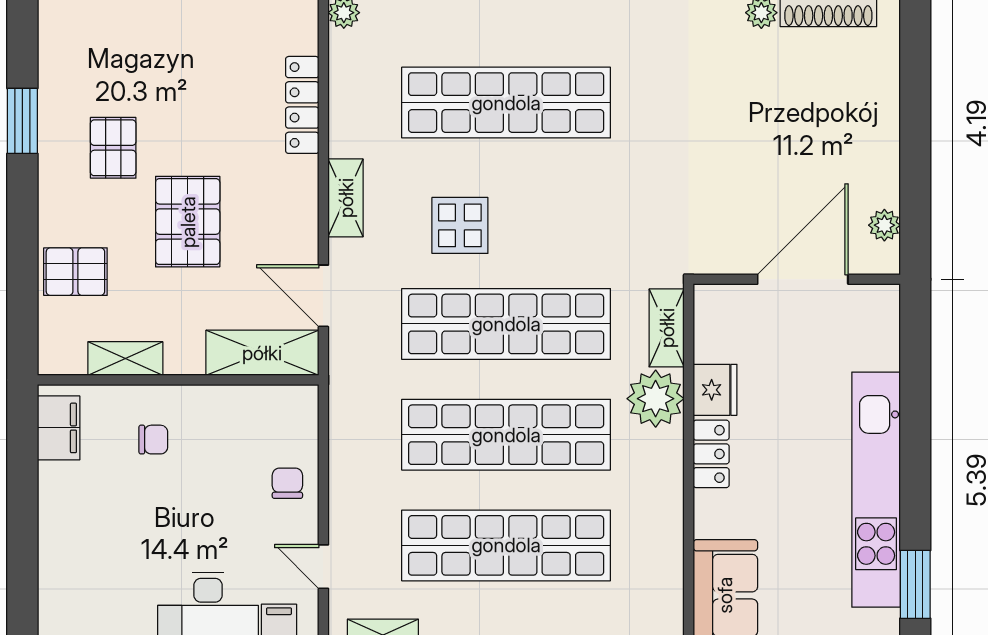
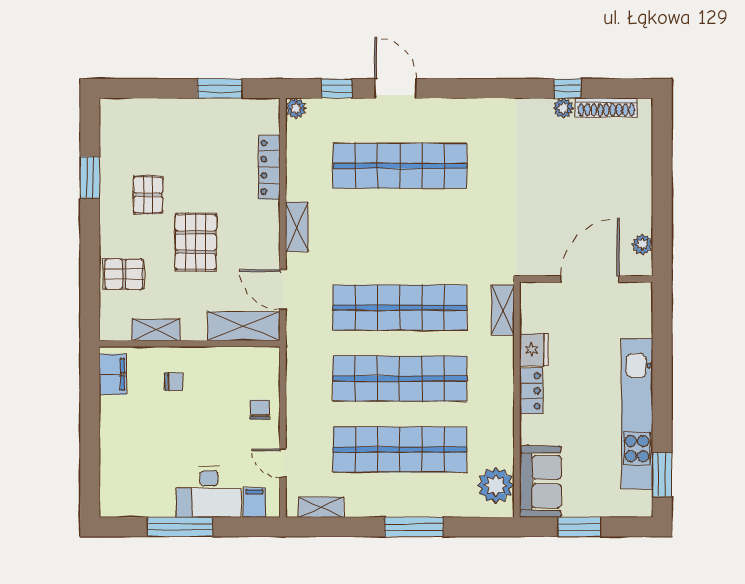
display table: (460, 225) -> (370, 245), removed
plant: (656, 399) -> (496, 485), moved

